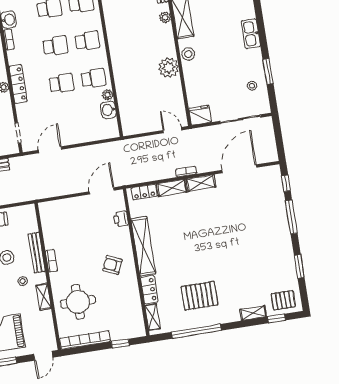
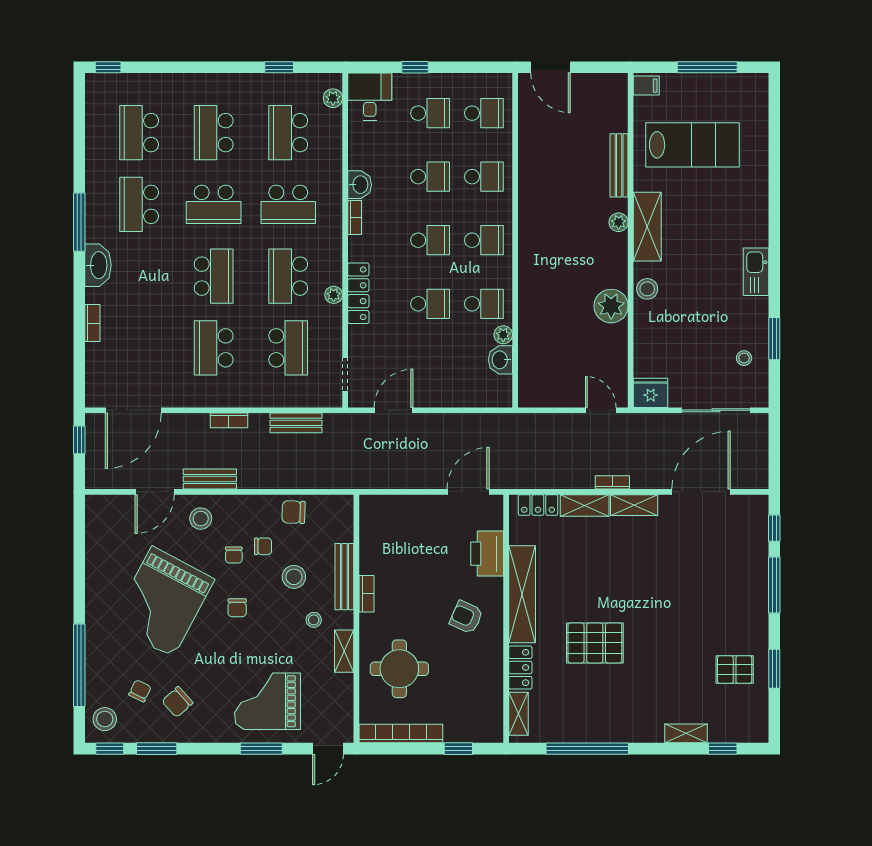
printer: (121, 219) -> (487, 554), width x1.87, depth x1.48
pallet: (200, 296) -> (595, 643), moved
pallet: (283, 300) -> (735, 670), moved

